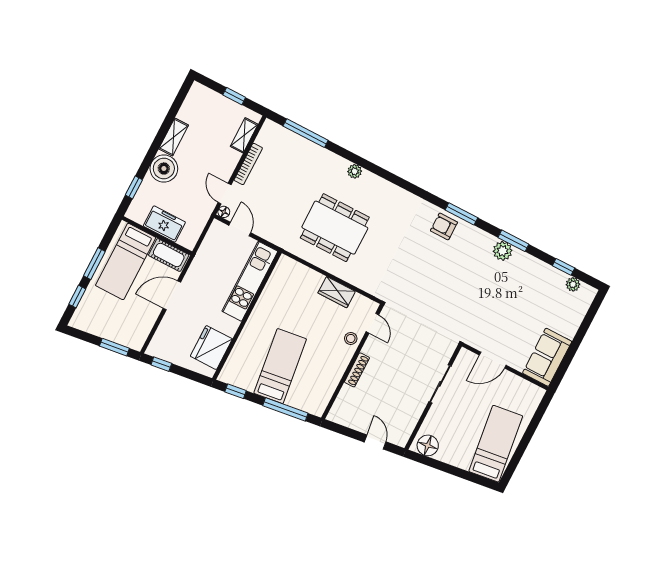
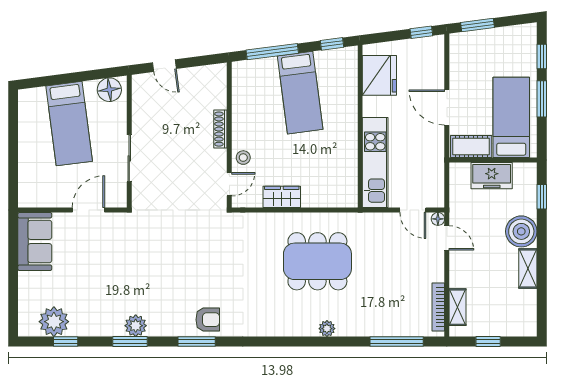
bookcase: (248, 164) -> (438, 307), moved
plant: (573, 284) -> (54, 322), width x1.88, depth x1.88
door: (172, 295) -> (447, 108), swing flipped
door: (372, 323) -> (229, 184), swing flipped
bed: (496, 444) -> (69, 124), moved

